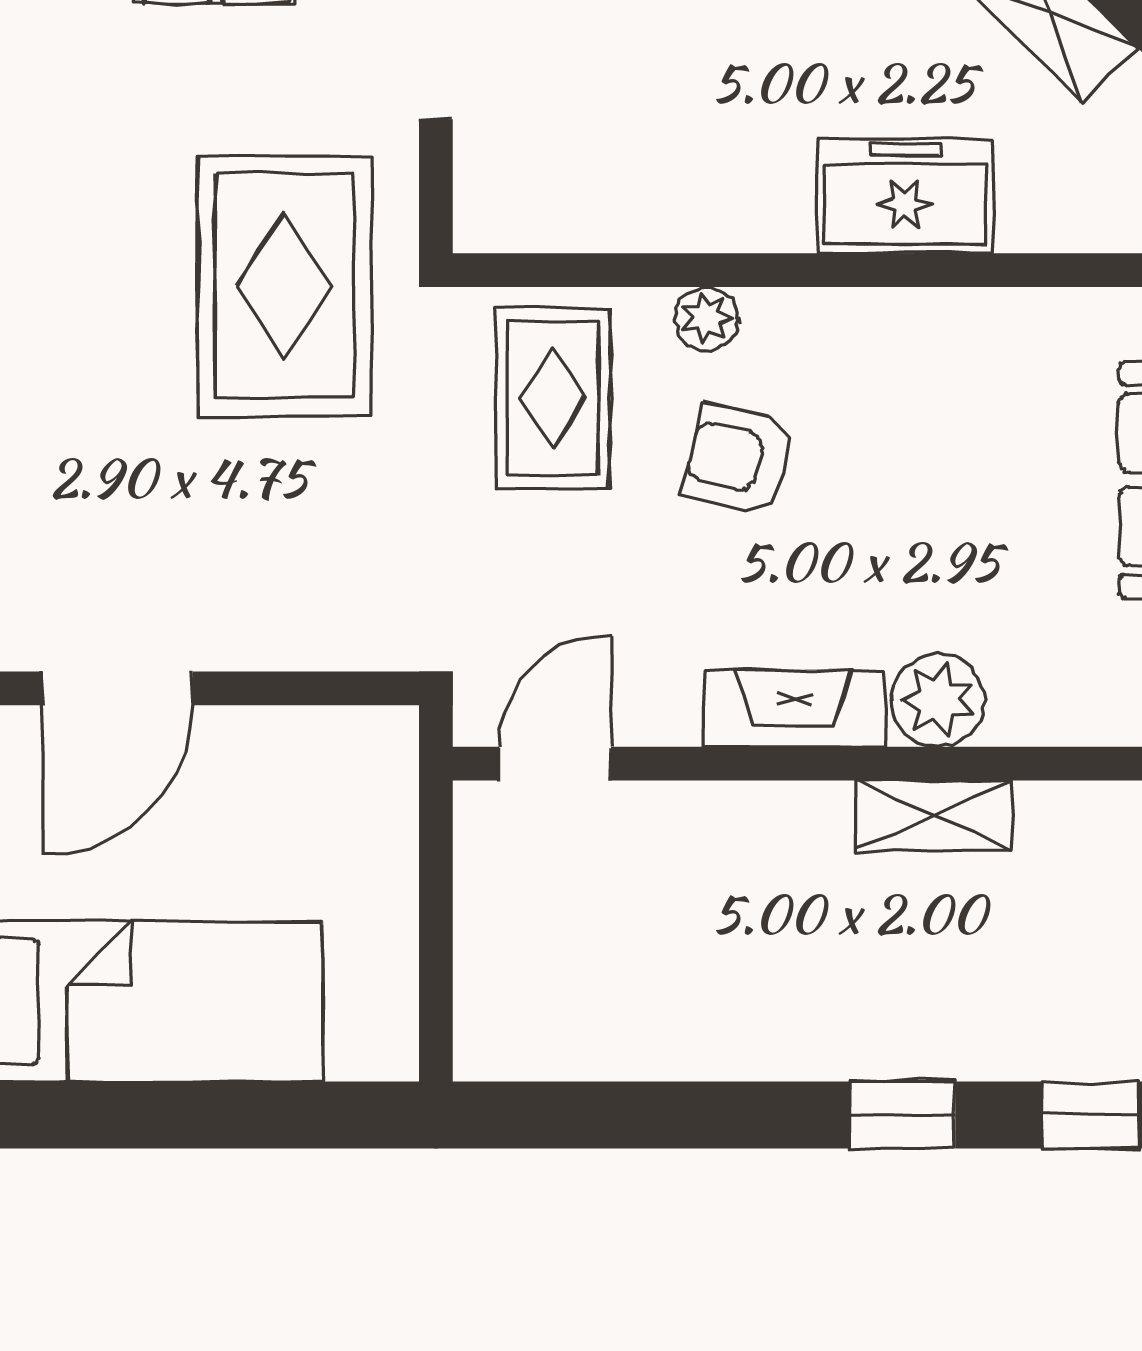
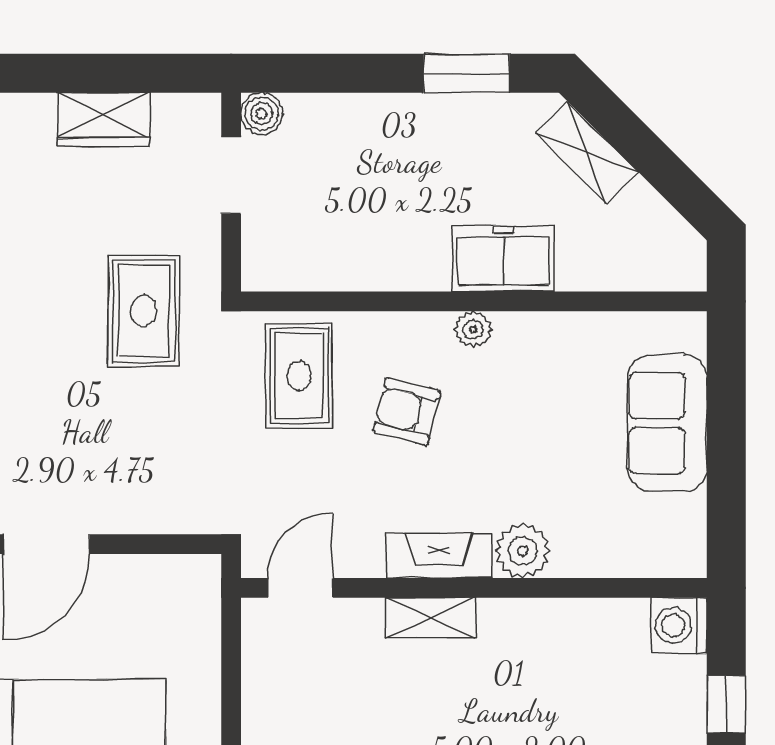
rug: (285, 286) -> (143, 311), width x0.73, depth x0.70
plant: (706, 319) -> (473, 329), moved
shelving: (934, 815) -> (431, 618), moved

